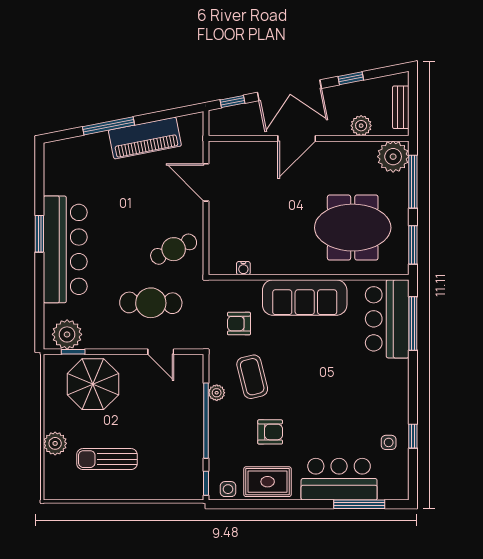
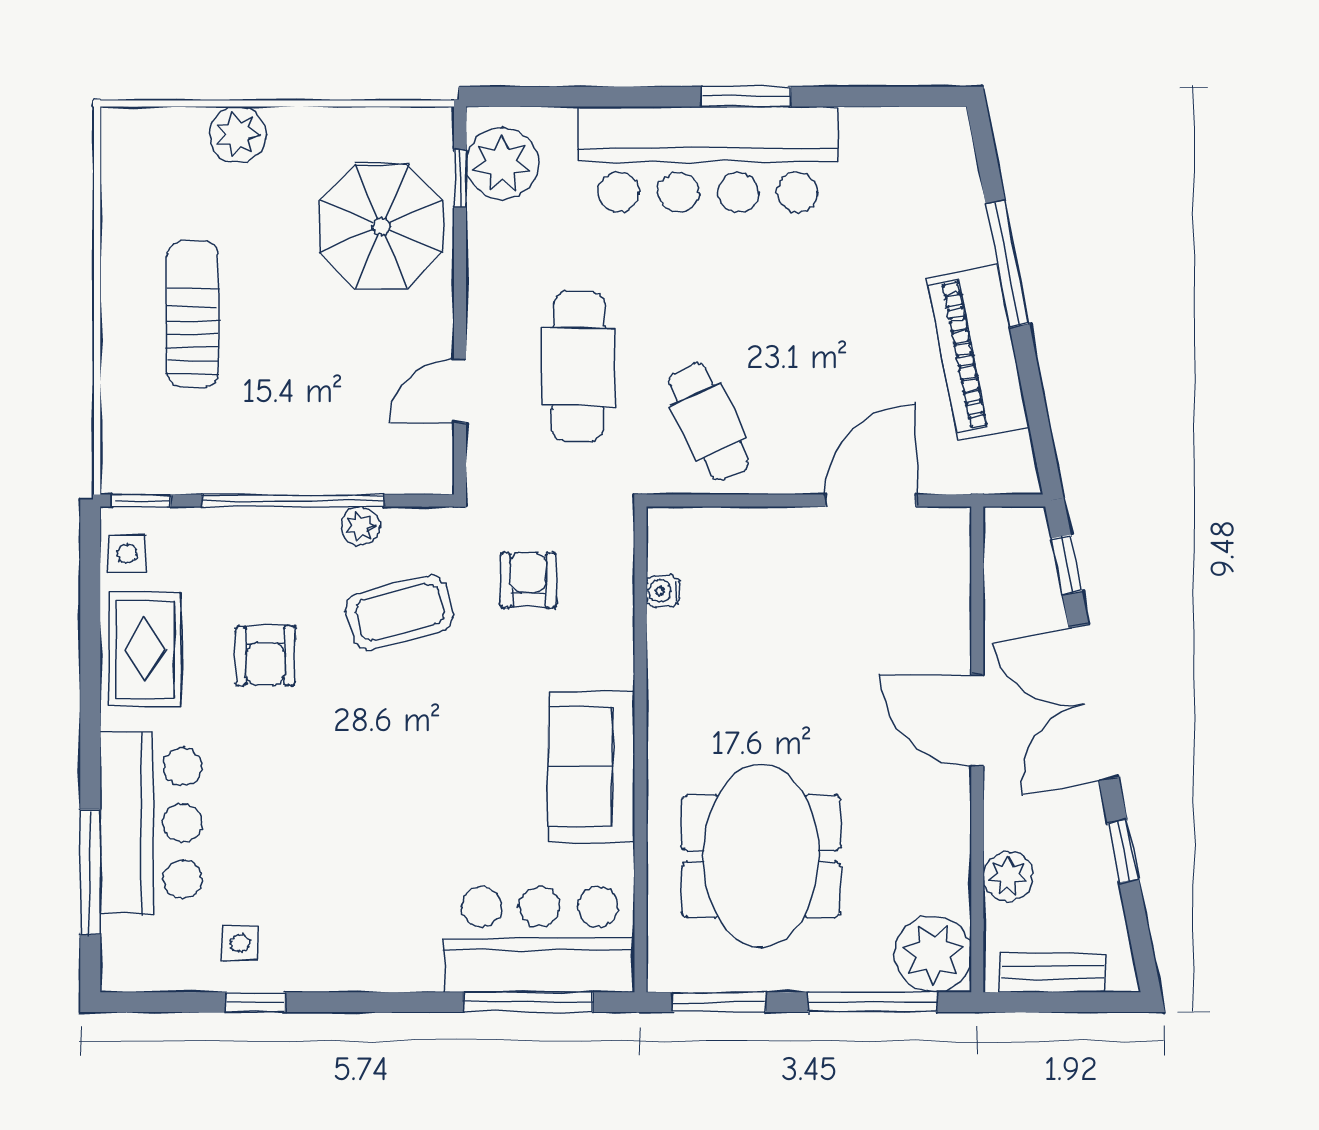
sofa: (305, 298) -> (591, 767), width x0.73
sun lounger: (107, 459) -> (193, 314), moved

